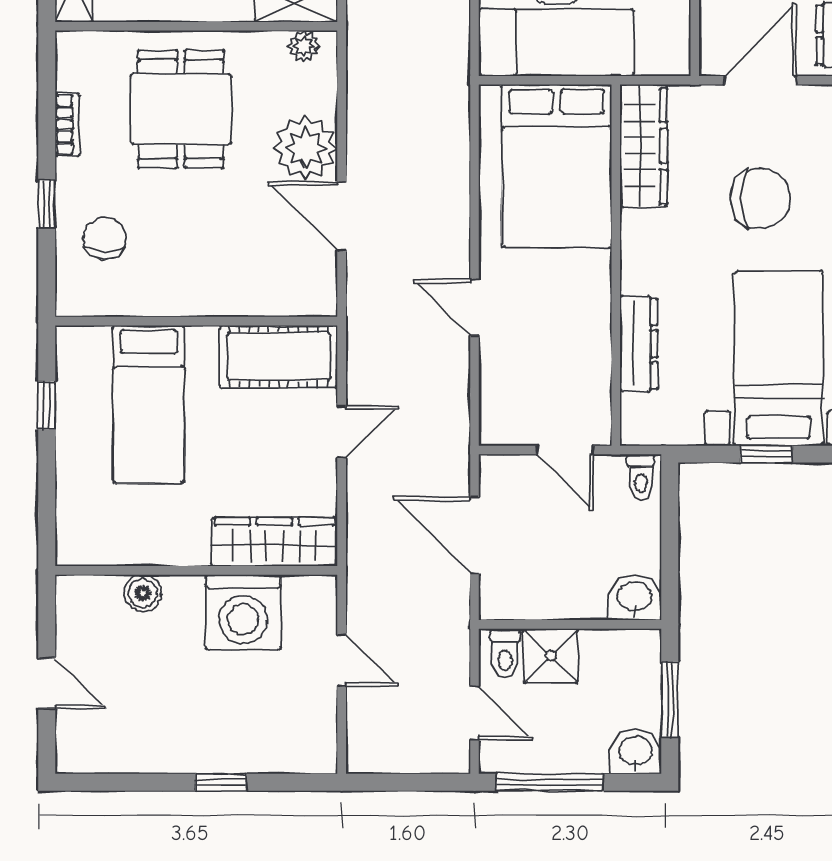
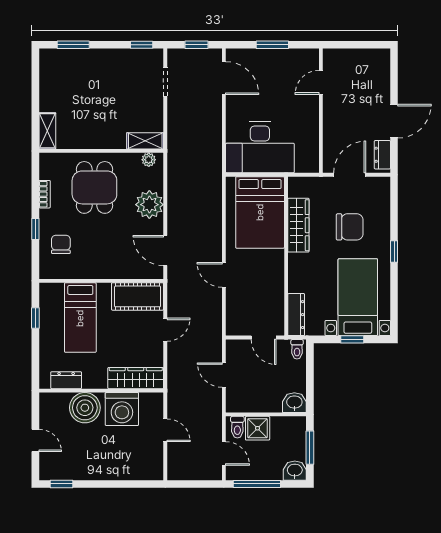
wardrobe: (644, 146) -> (298, 225), moved
door: (342, 216) -> (165, 251), moved
dresser: (639, 344) -> (296, 315), moved
door: (475, 535) -> (224, 375), width x0.73
dresser: (116, 547) -> (66, 380), added
boiler: (143, 593) -> (85, 408), width x1.86, depth x1.86
window: (221, 782) -> (62, 484), moved

